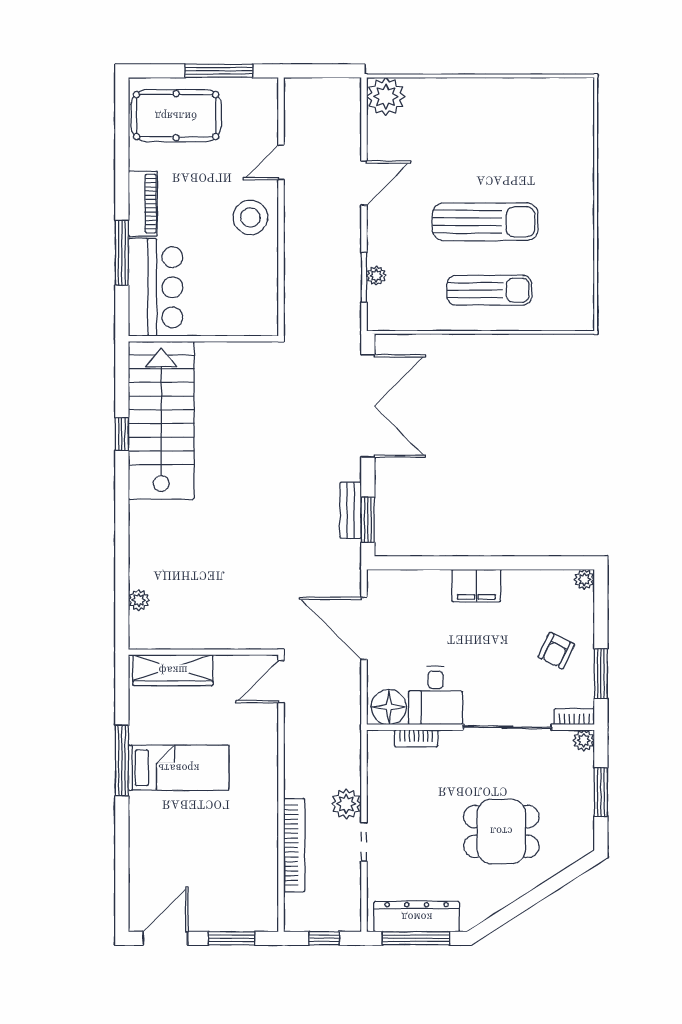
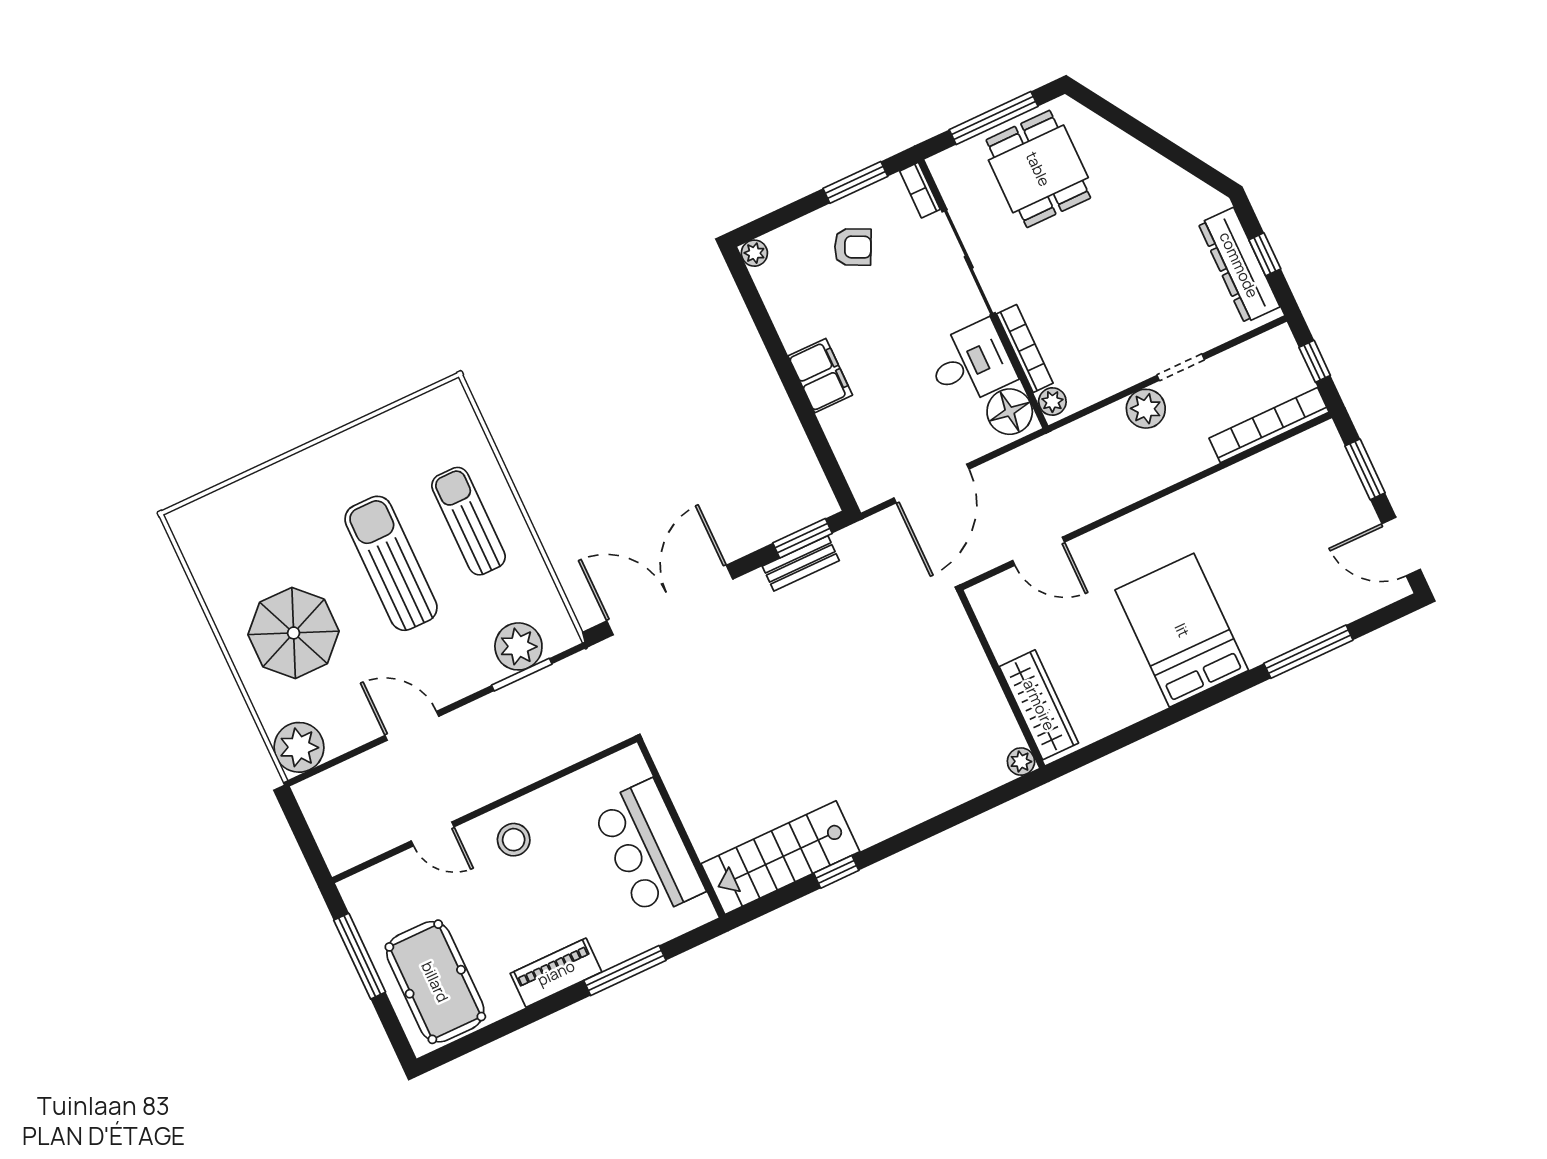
parasol: (468, 130) -> (294, 633), added
stool: (250, 217) -> (514, 840), width x0.73, depth x0.73
plant: (376, 276) -> (518, 646), width x1.87, depth x1.87
bar counter: (155, 287) -> (648, 849), moved, turned -90
stairs: (161, 420) -> (780, 858), width x0.73, depth x0.66
wall: (203, 652) -> (1001, 679), moved
wardrobe: (173, 670) -> (1039, 705), moved
bookcase: (416, 738) -> (1025, 348), width x1.56
plant: (584, 740) -> (1052, 402), moved
window: (122, 760) -> (1308, 652), moved
bed: (179, 768) -> (1182, 630), width x1.50
window: (601, 792) -> (994, 118), width x1.44
dining table: (501, 831) -> (1038, 169), moved
bookcase: (294, 845) -> (1269, 425), moved
window: (416, 938) -> (1265, 254), width x0.46

